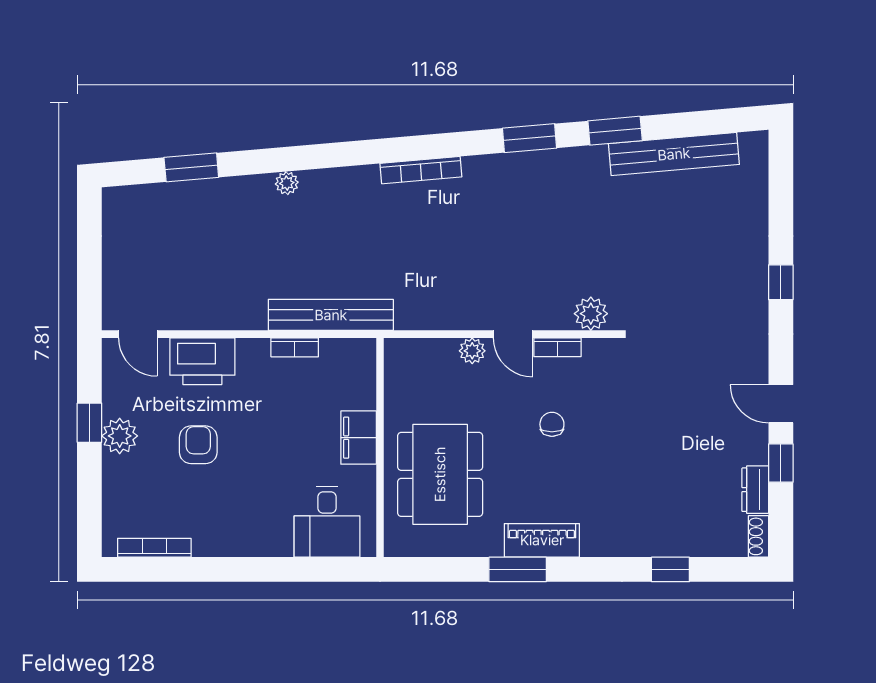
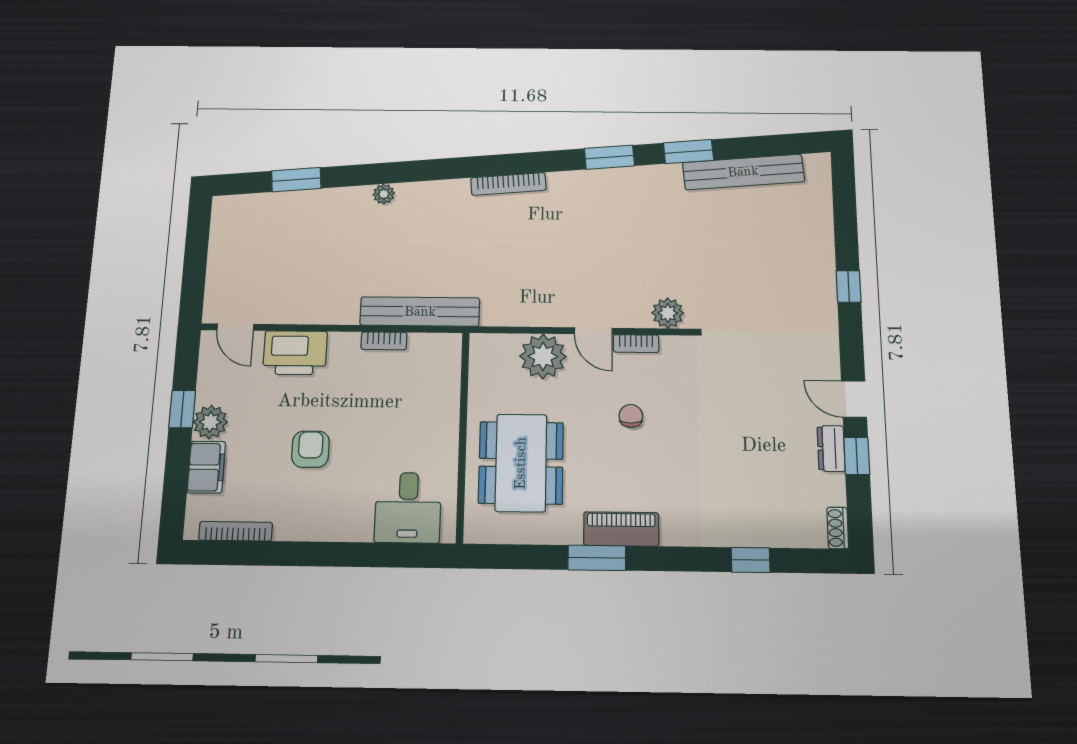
plant: (472, 351) -> (543, 356), width x1.87, depth x1.87
filing cabinet: (359, 438) -> (206, 467), moved, turned 180
armchair: (198, 445) -> (310, 449), moved
dresser: (755, 490) -> (831, 448), moved

